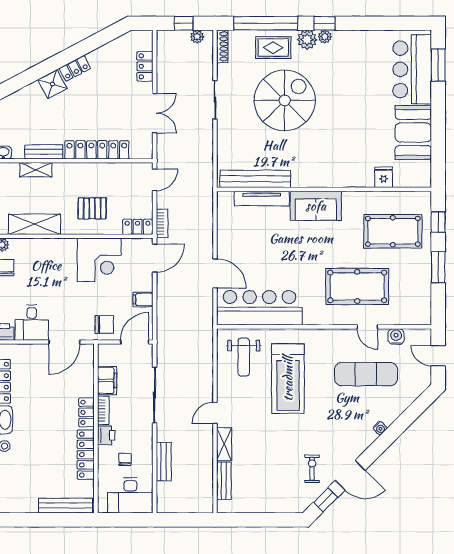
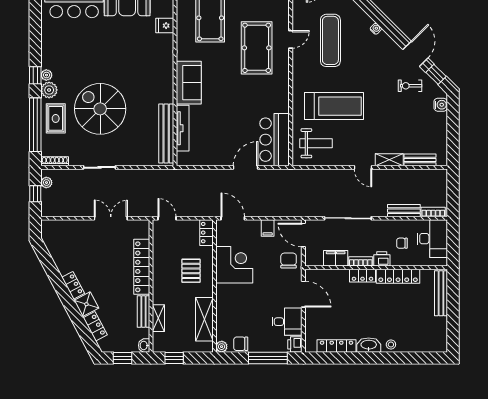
locker: (145, 66) -> (95, 326), moved, turned -118
bookcase: (162, 223) -> (433, 212), moved
bar counter: (259, 308) -> (275, 140), width x0.73
water cooler: (396, 336) -> (441, 105), moved, turned 180

